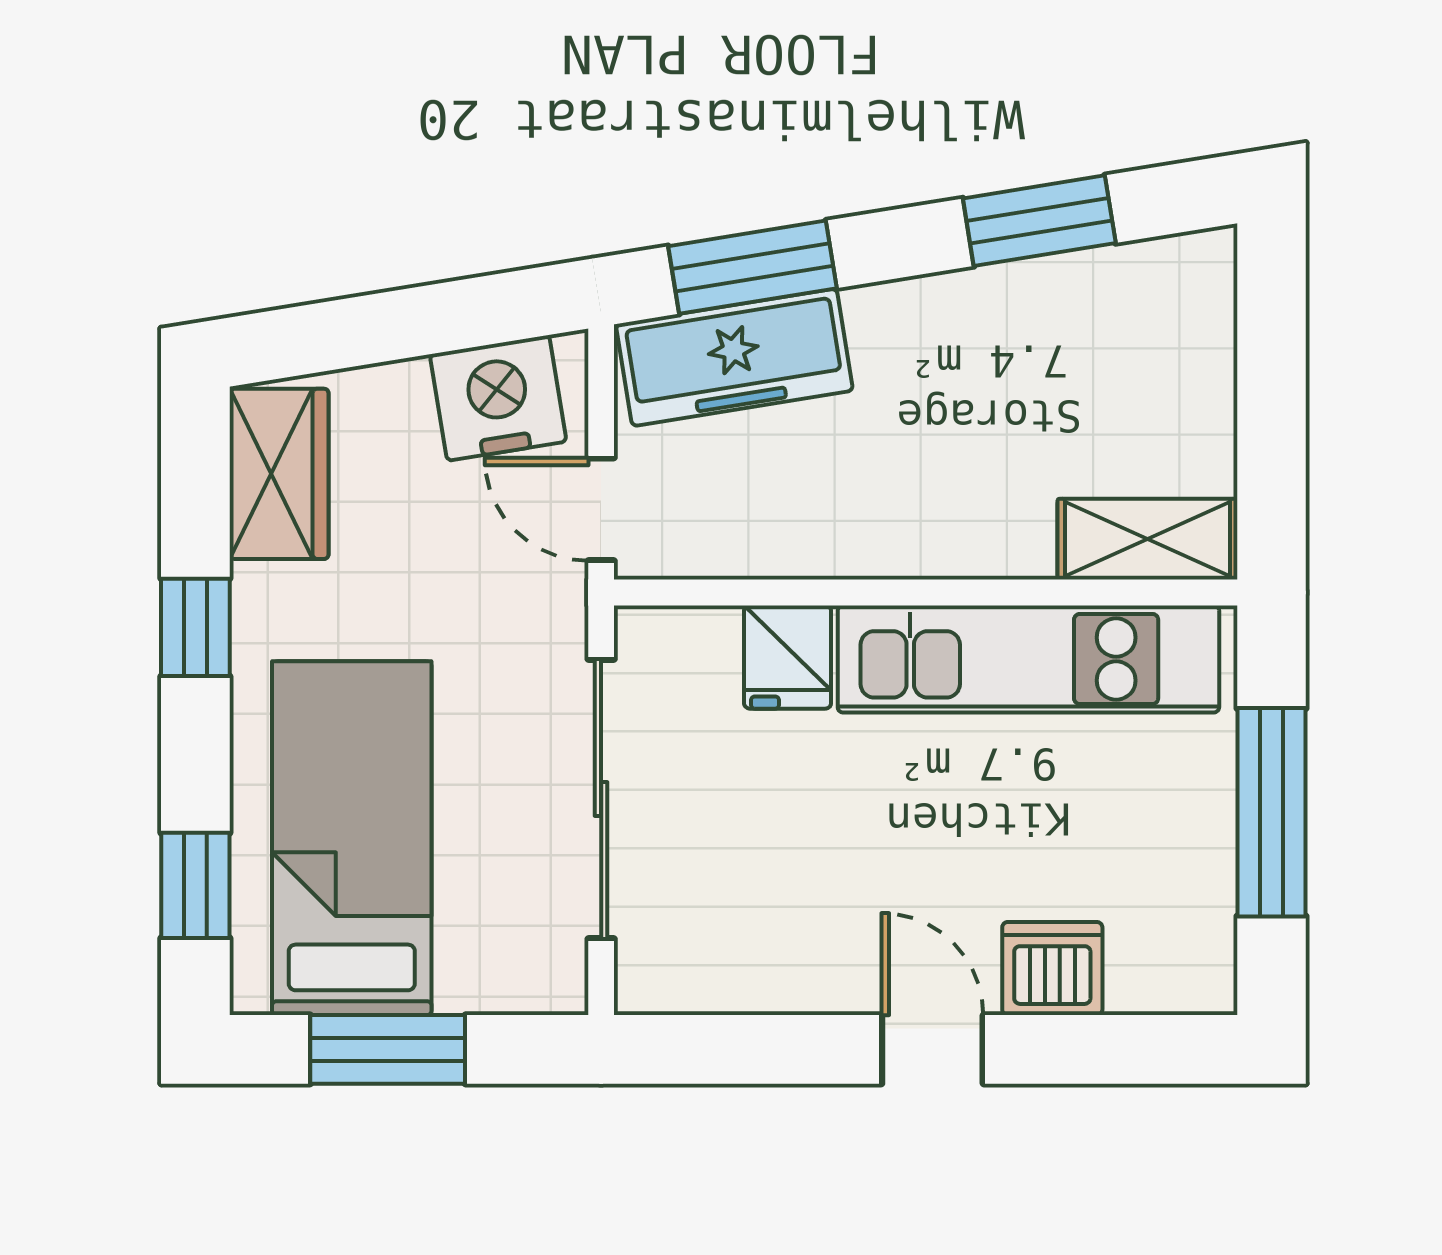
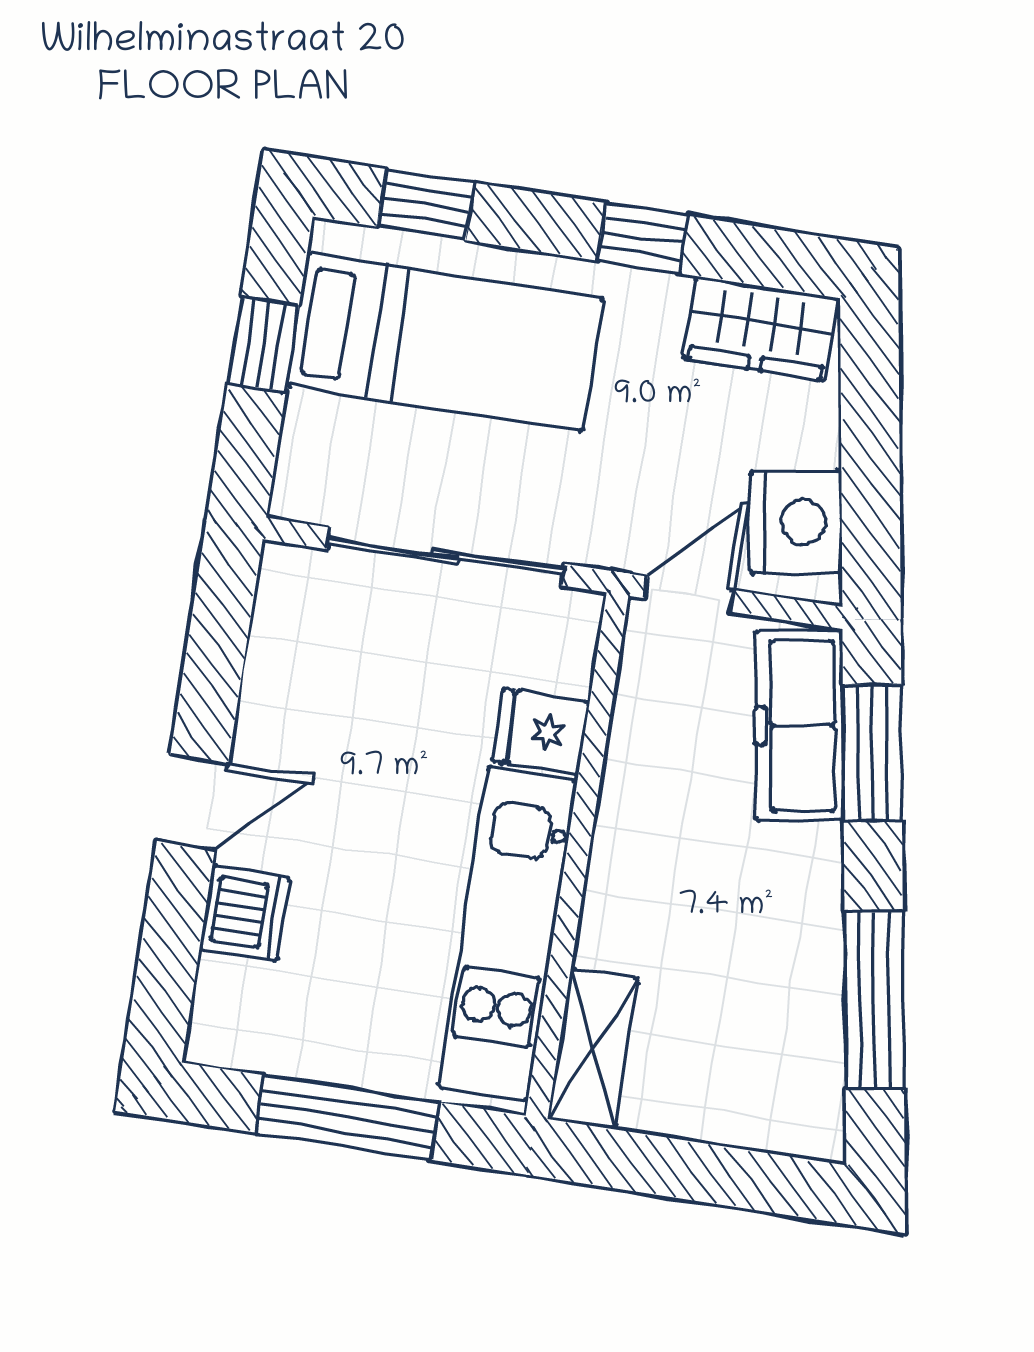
window: (1039, 221) -> (874, 999), width x1.44
window: (388, 1049) -> (263, 345), width x0.67

